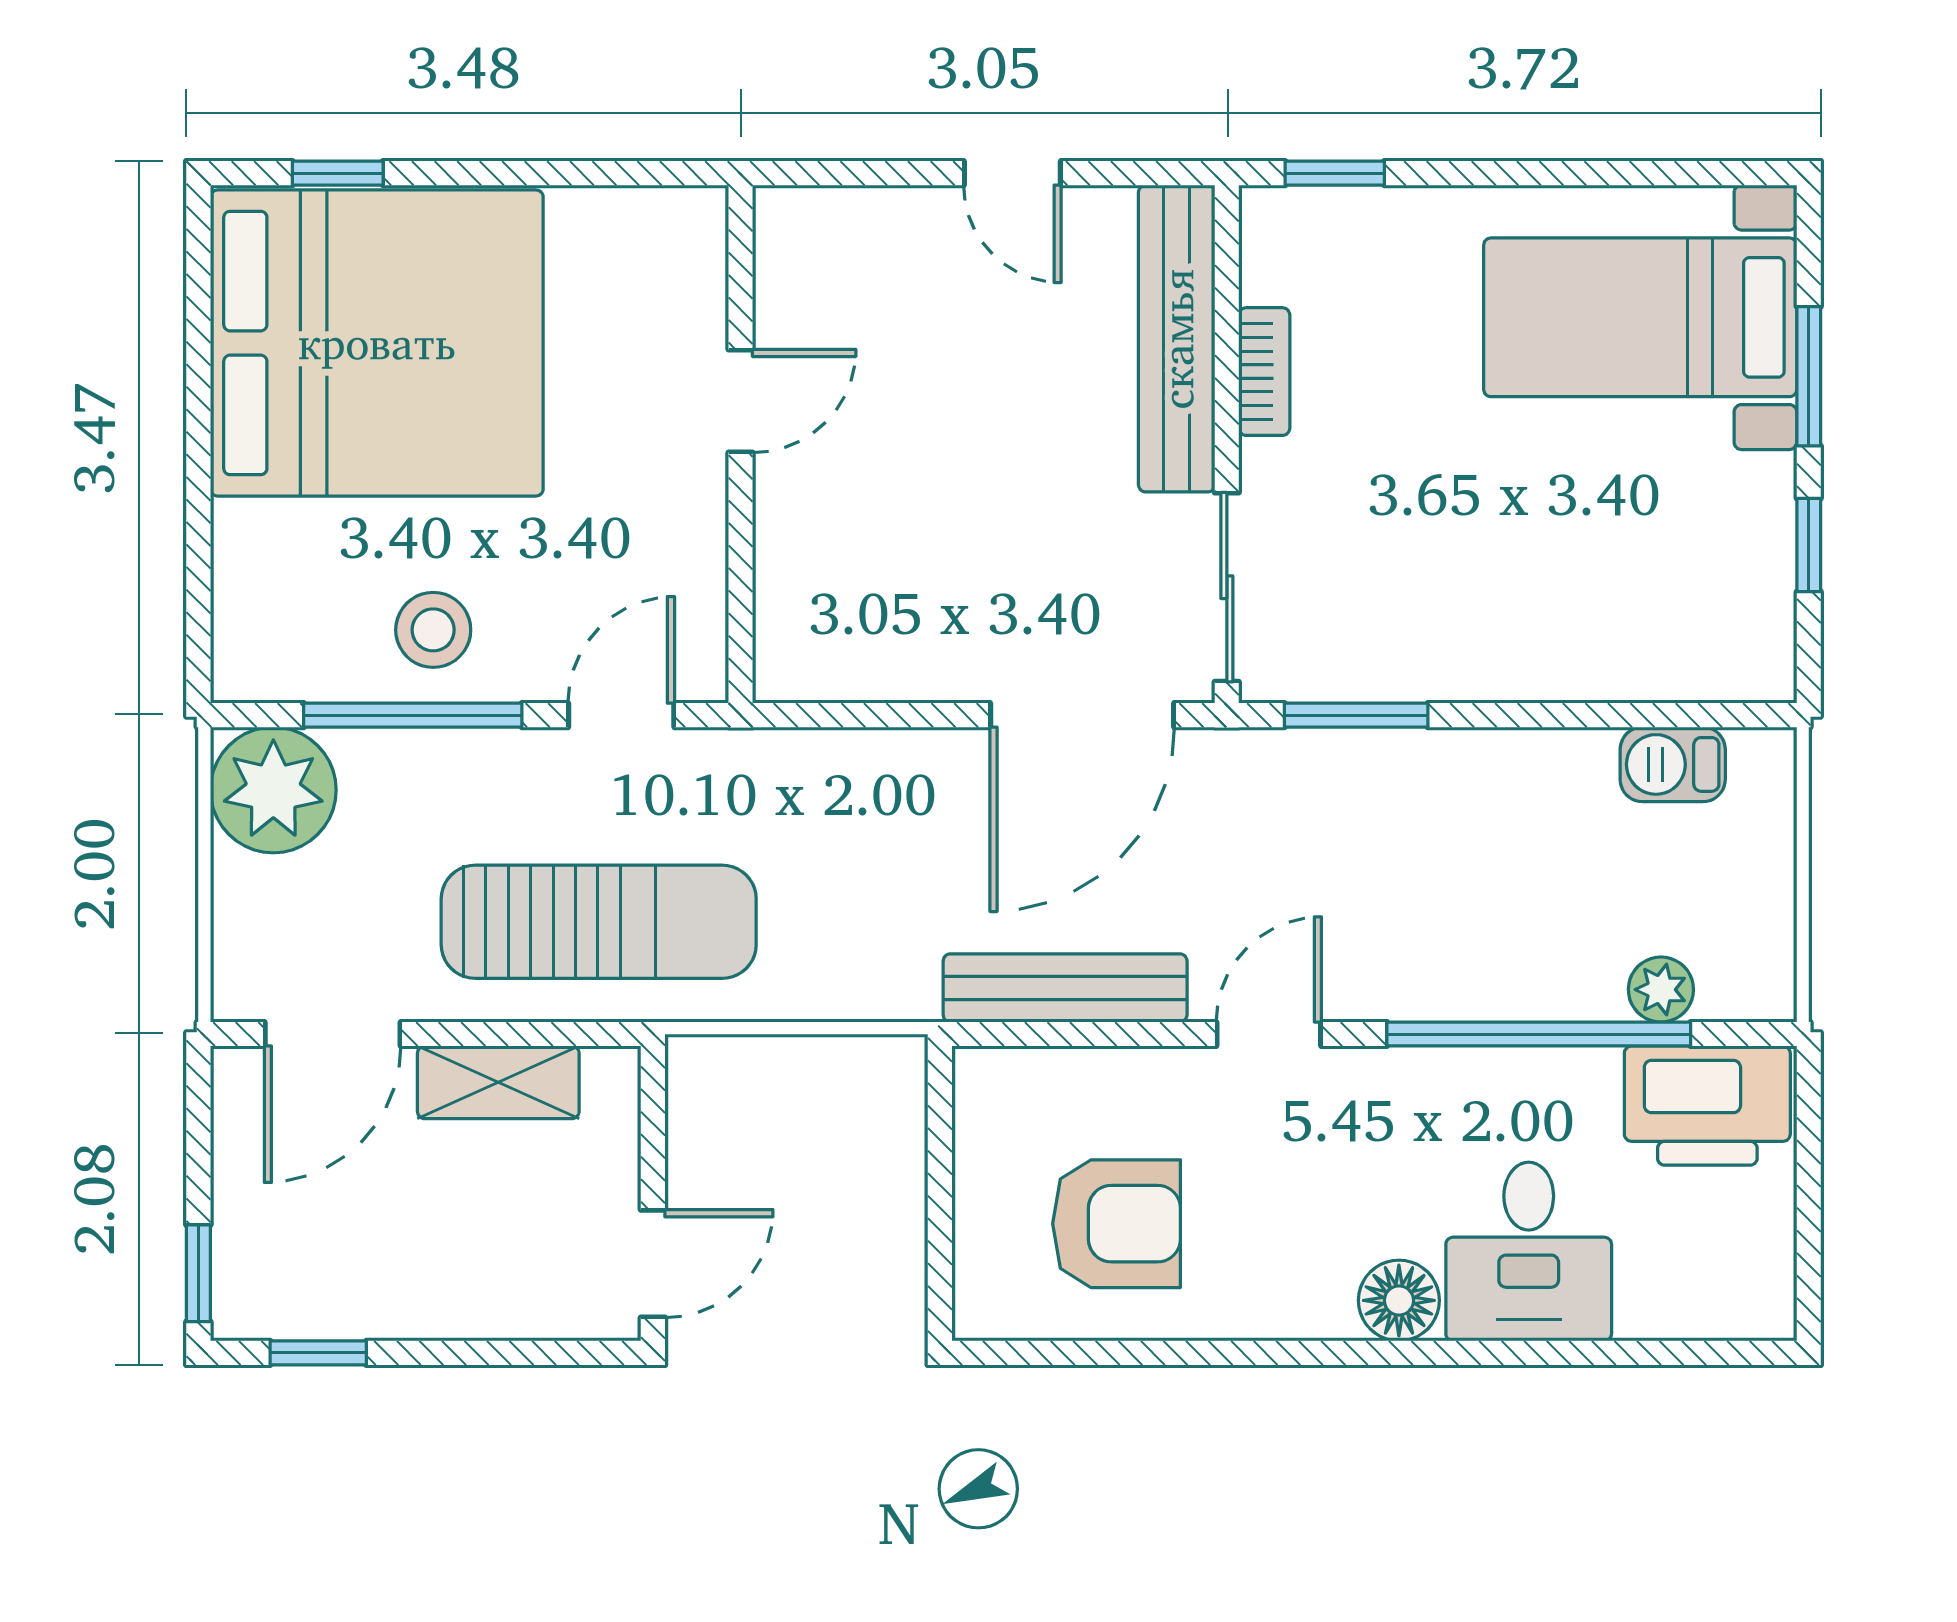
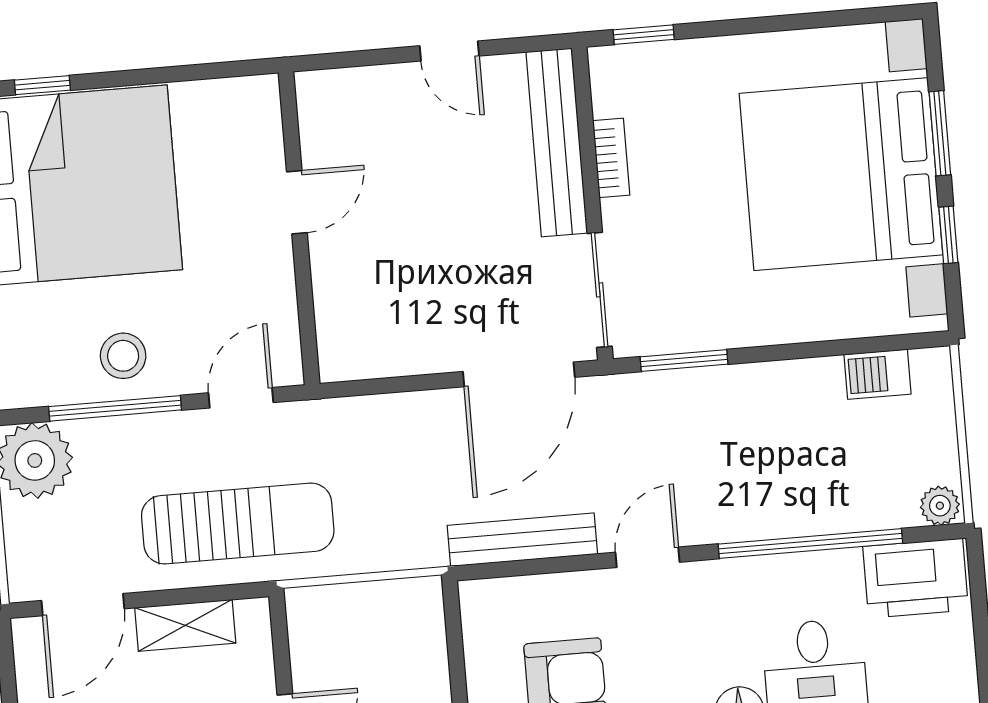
bed with nightstands: (1640, 317) -> (841, 174), width x1.85
plant: (1661, 990) -> (940, 506), moved

